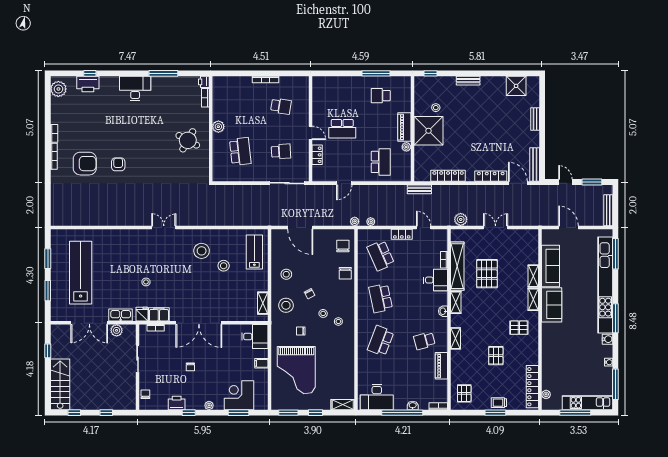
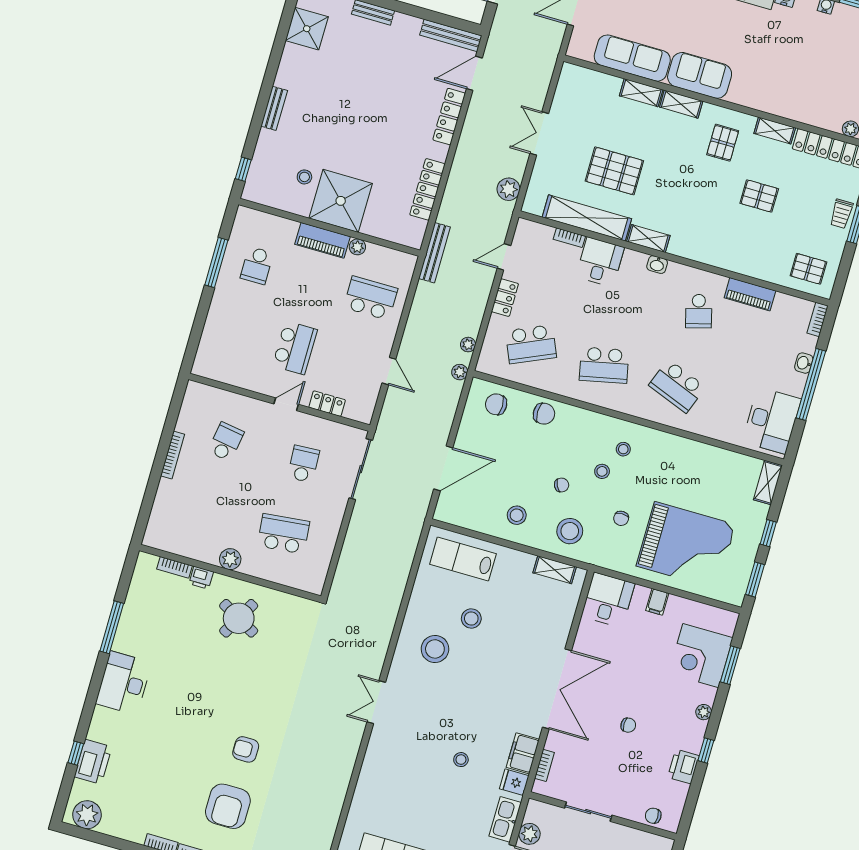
printer: (204, 82) -> (201, 578), moved
armchair: (85, 164) -> (228, 806), turned 180
bench: (419, 189) -> (434, 253), width x1.36
shelving: (456, 338) -> (775, 131), moved

